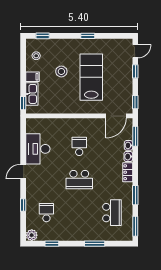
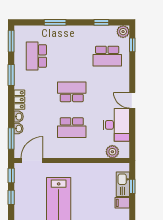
stool: (61, 71) -> (91, 209), removed
window: (135, 71) -> (11, 197), moved
window: (23, 103) -> (132, 186), moved
plant: (42, 124) -> (112, 152), added
school desk: (79, 146) -> (72, 128), width x1.85
door: (23, 172) -> (132, 100), swing flipped
window: (23, 205) -> (132, 45), moved
school desk: (46, 213) -> (107, 56), width x1.85

